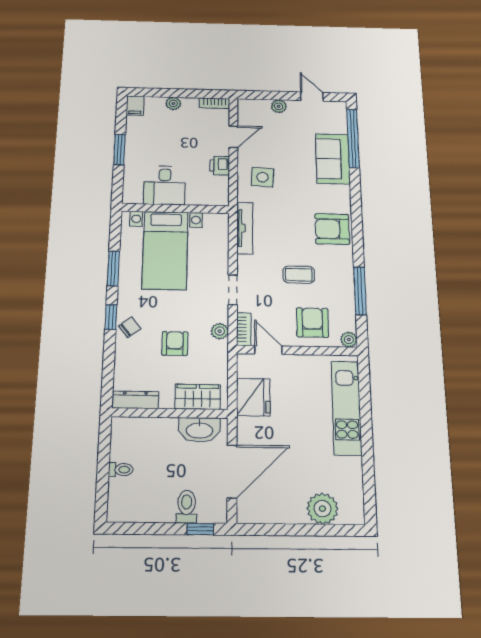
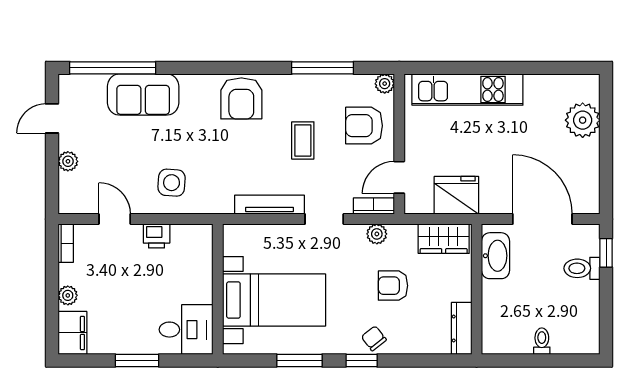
filing cabinet: (135, 106) -> (72, 333), width x2.00
desk: (165, 185) -> (186, 330), moved
tv unit: (245, 228) -> (270, 205), moved
wardrobe: (198, 397) -> (444, 239), moved, turned -90

